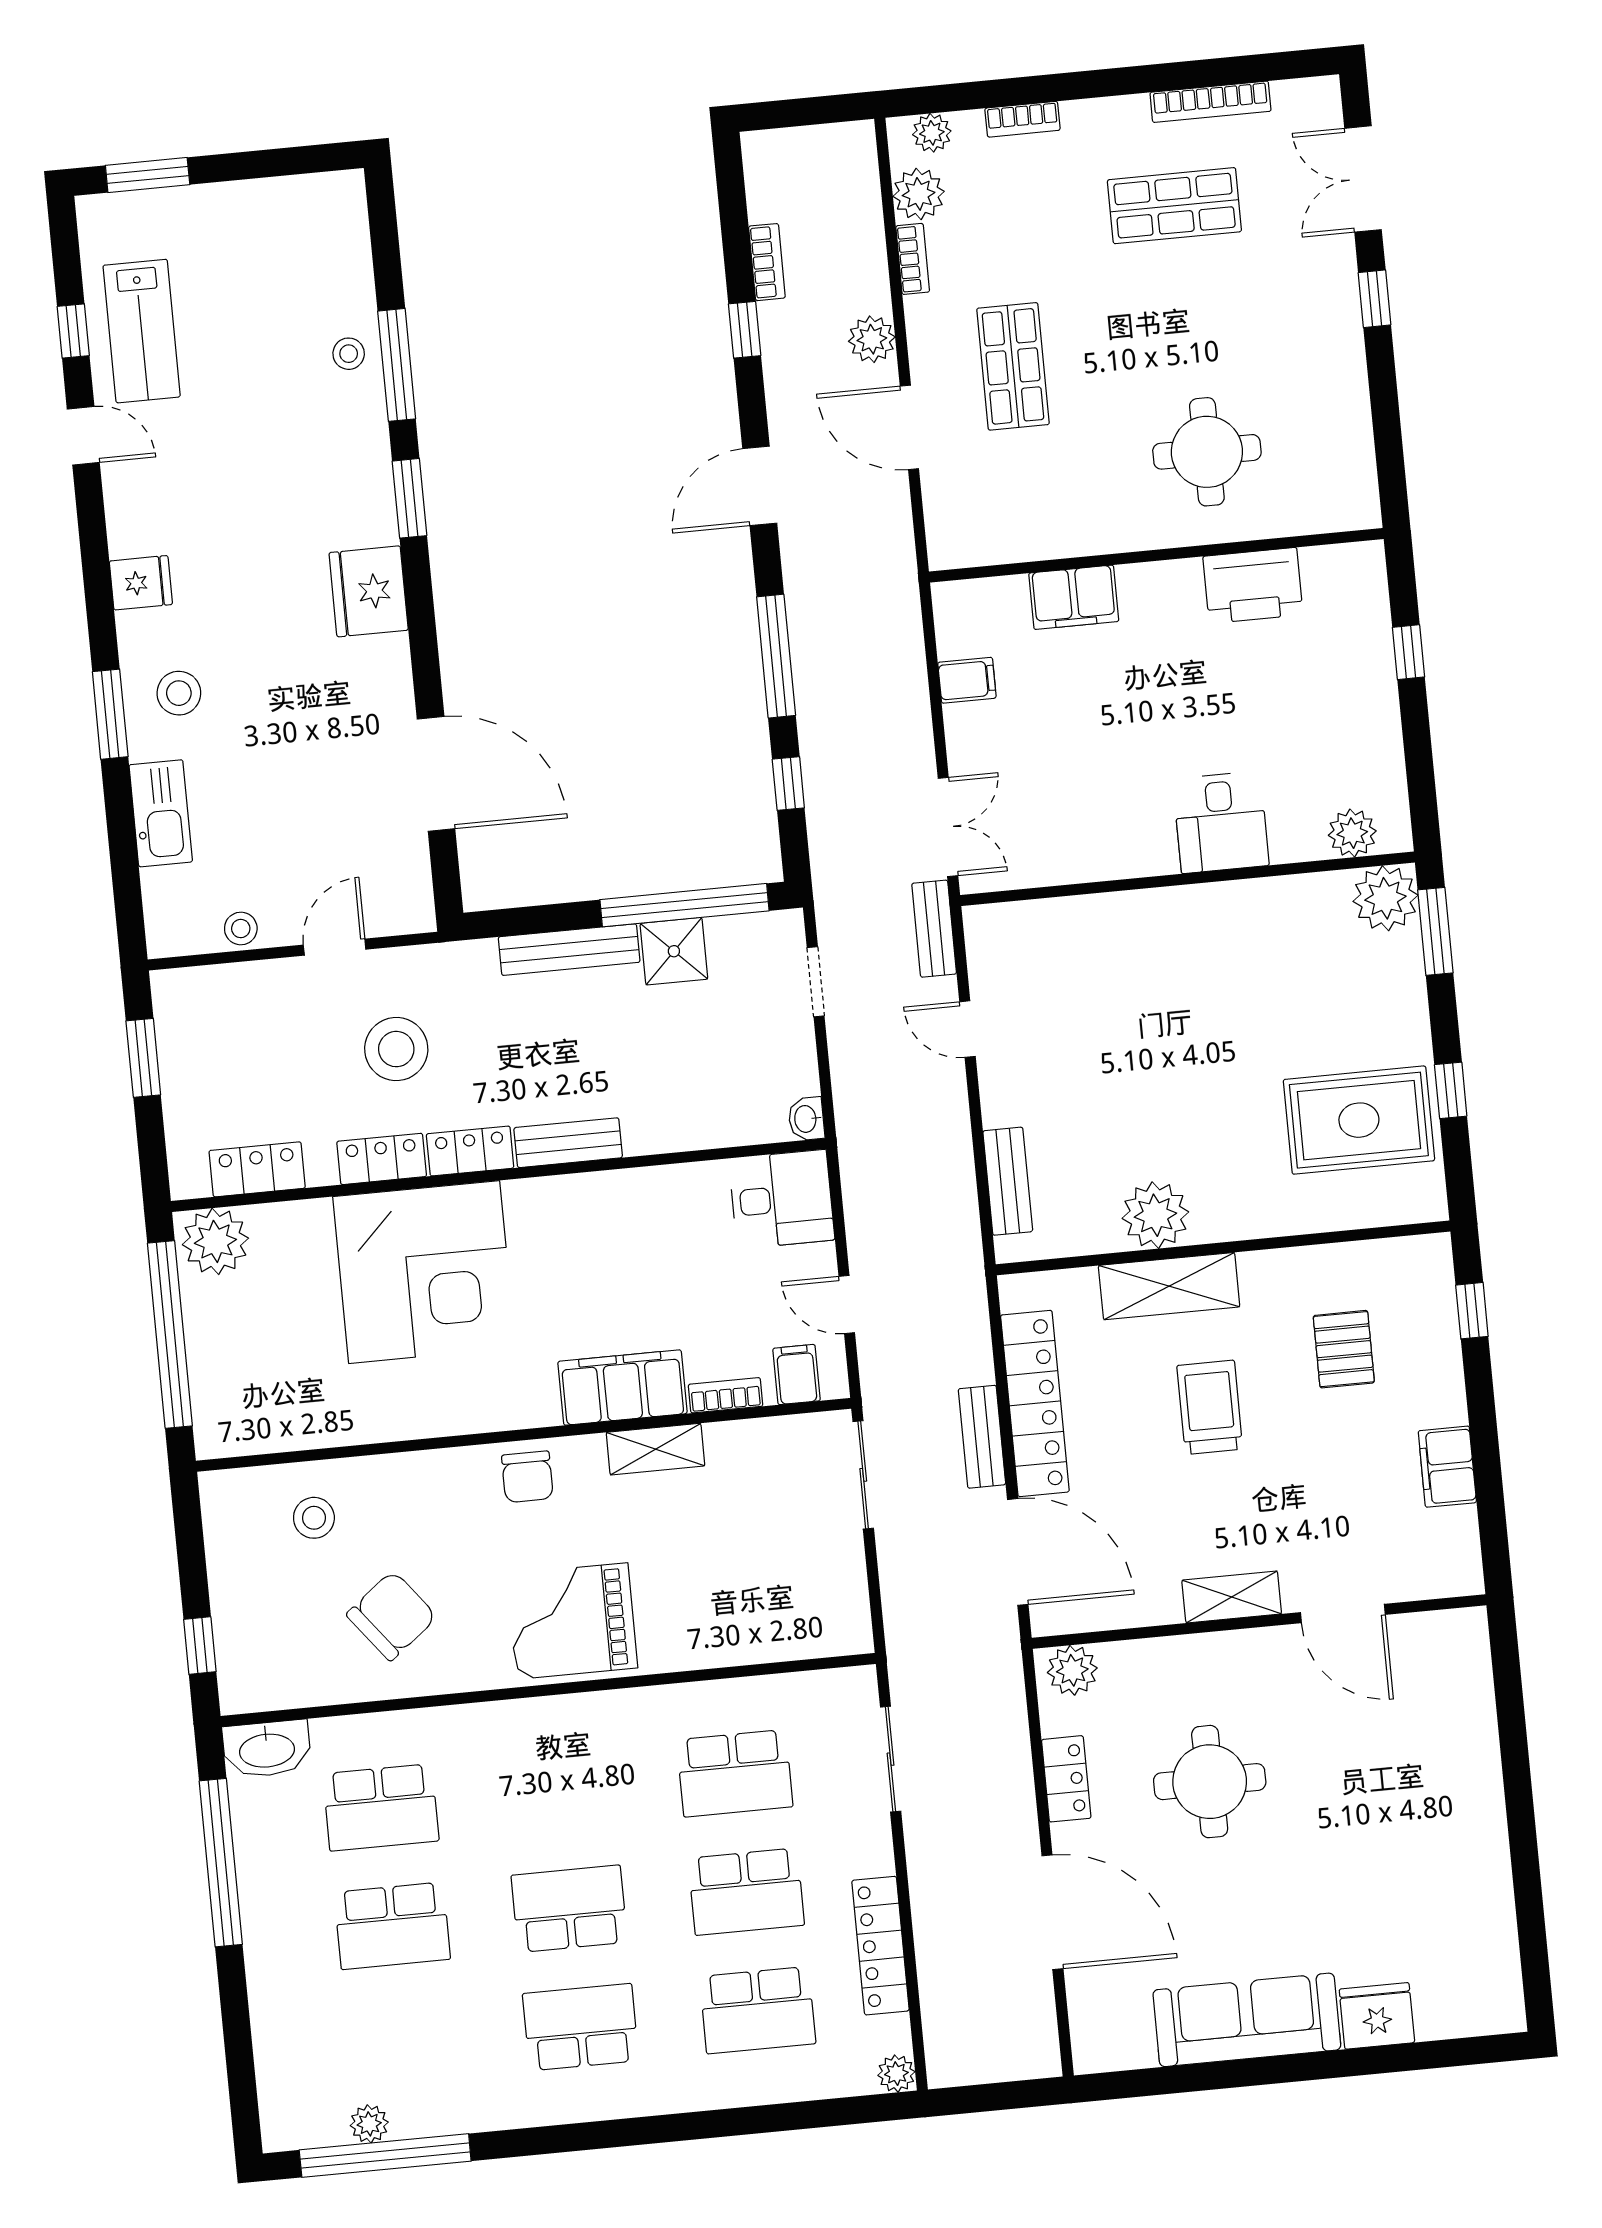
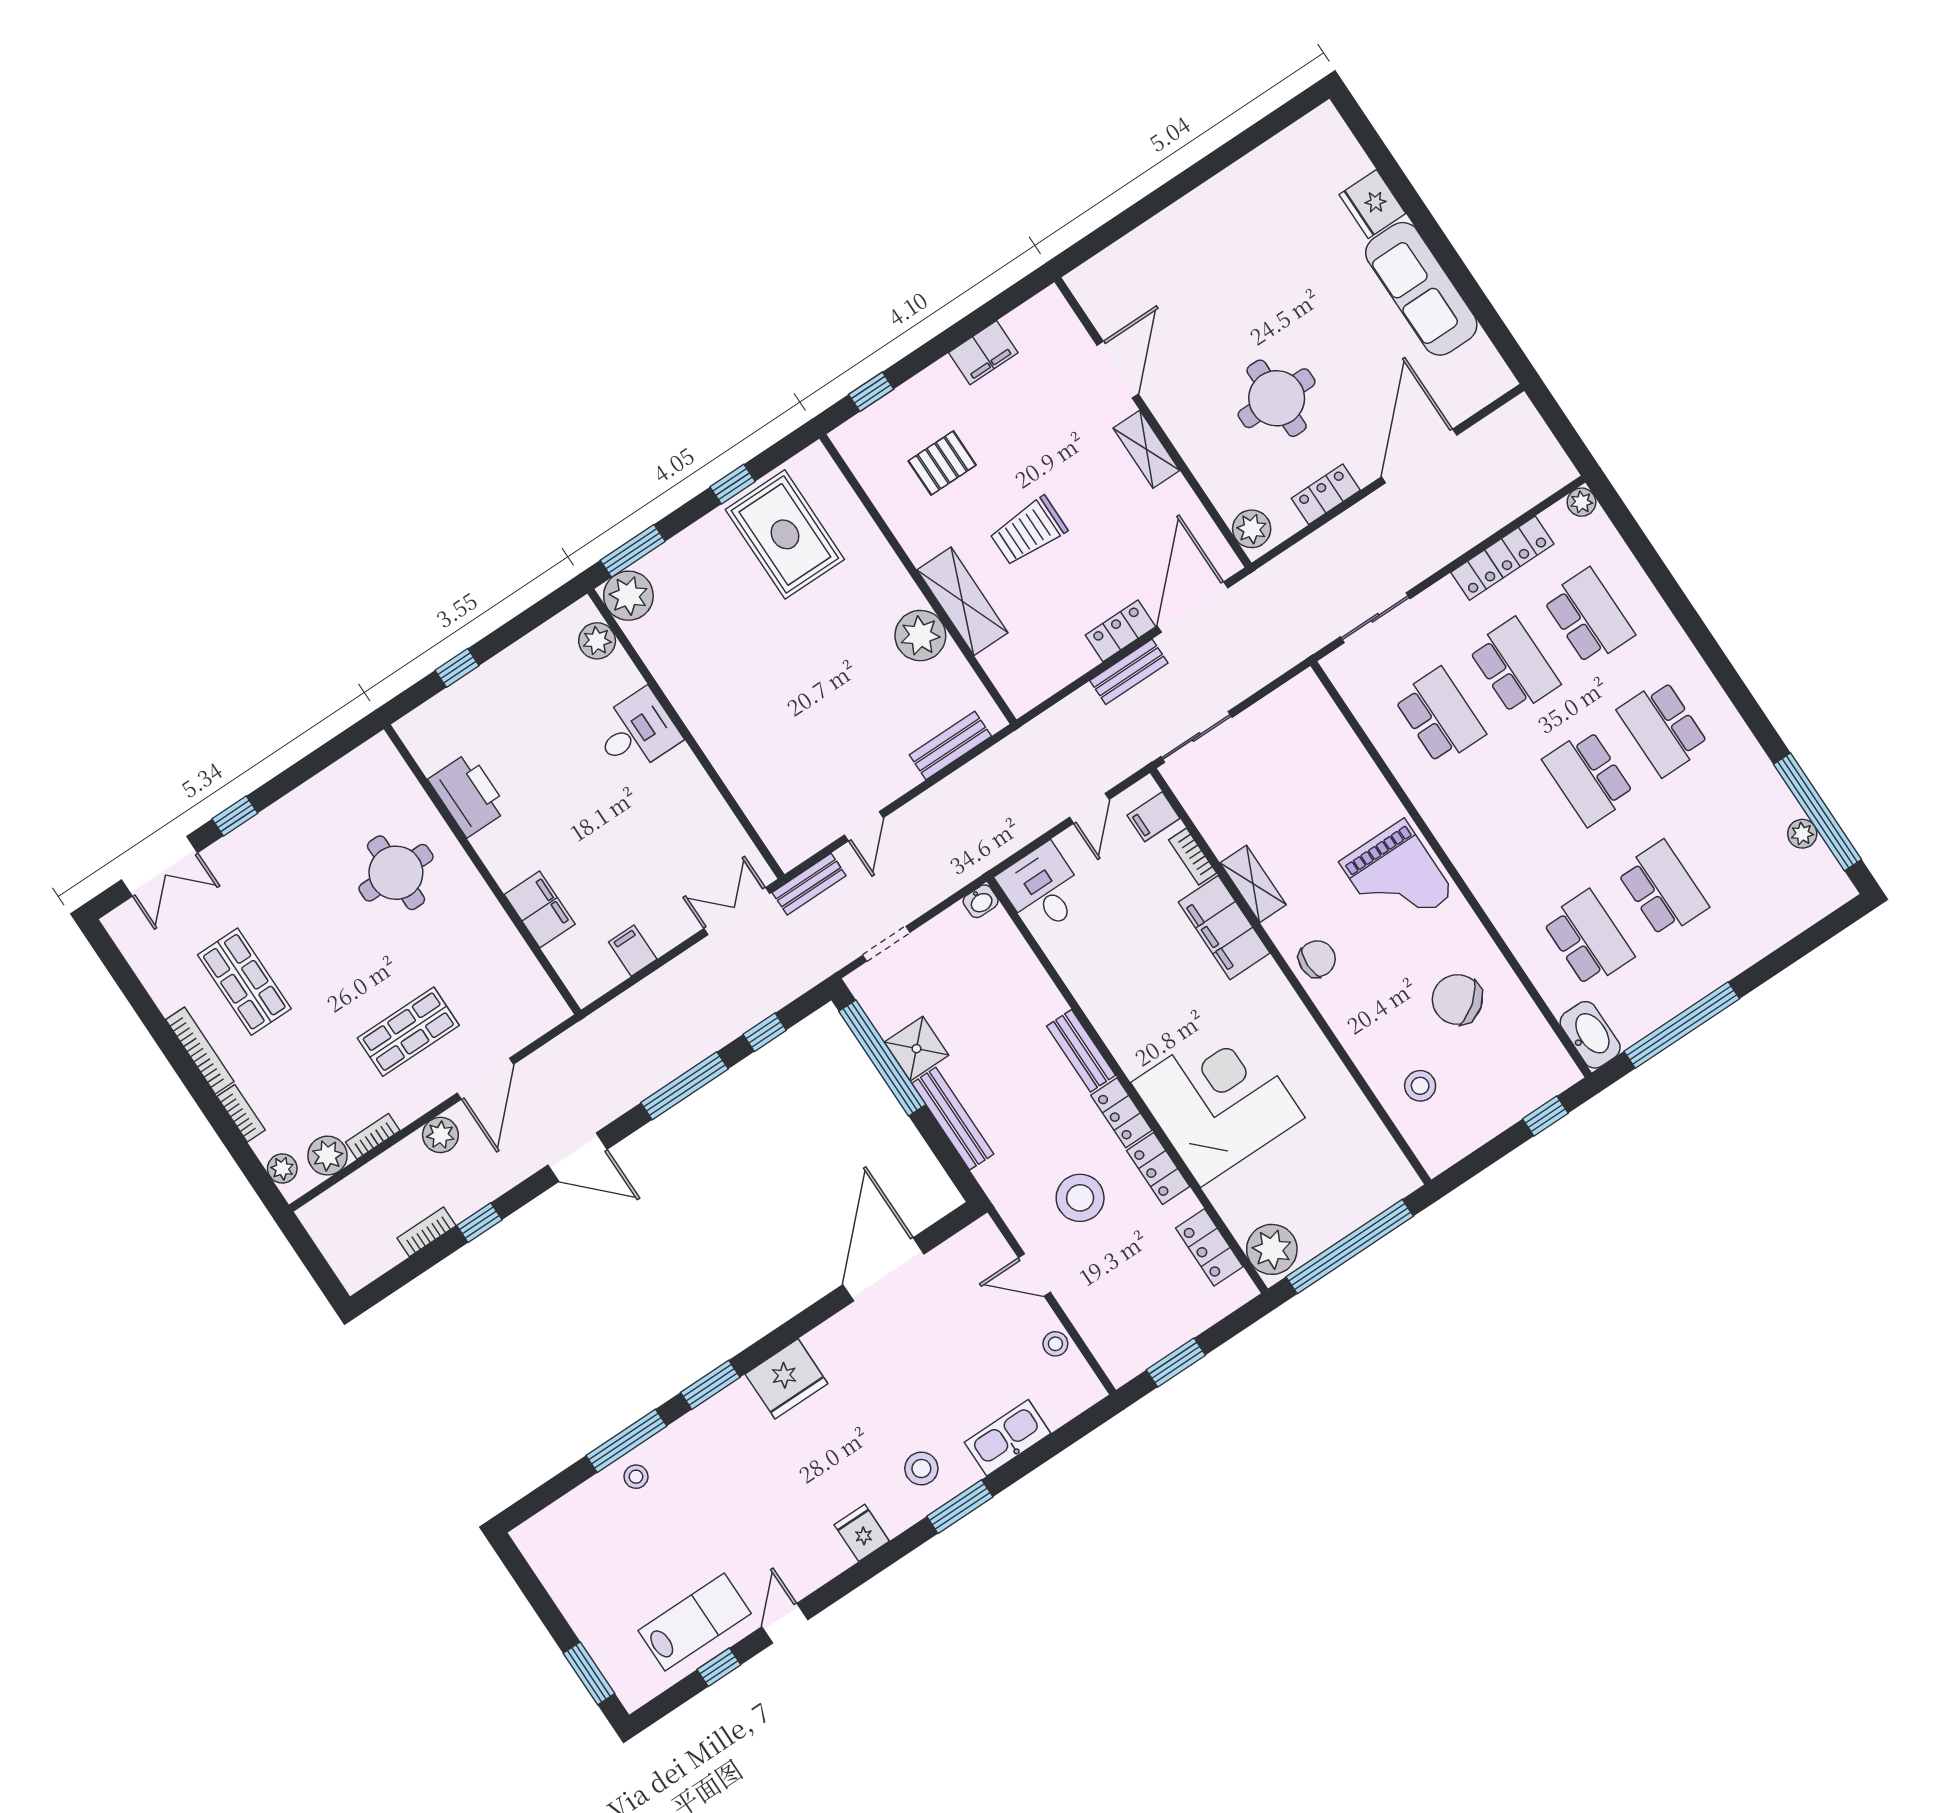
bookcase: (1210, 102) -> (200, 1051), moved
locker: (1035, 1403) -> (1120, 631), width x0.46, depth x0.83

